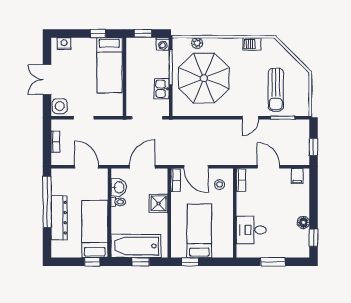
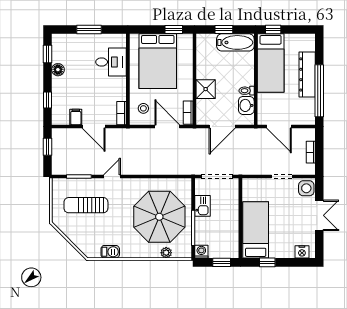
sun lounger: (276, 90) -> (86, 205), turned -90
filing cabinet: (297, 176) -> (76, 117), moved
window: (314, 193) -> (48, 100), added
bed: (199, 231) -> (158, 61), width x1.50
bathtub: (136, 246) -> (235, 42), width x0.73, depth x0.73

